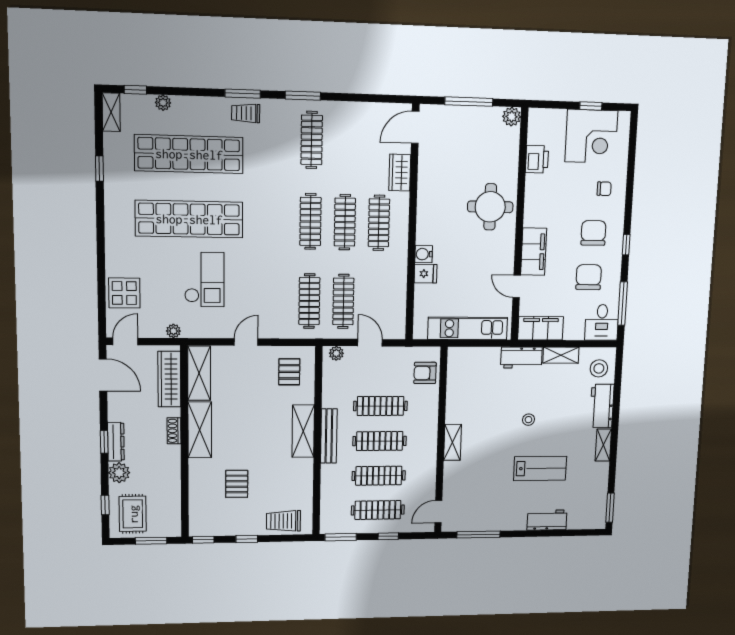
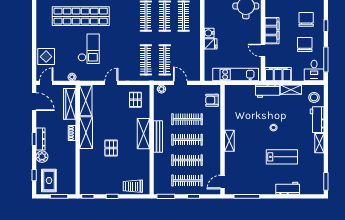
pallet: (237, 484) -> (111, 148), moved

